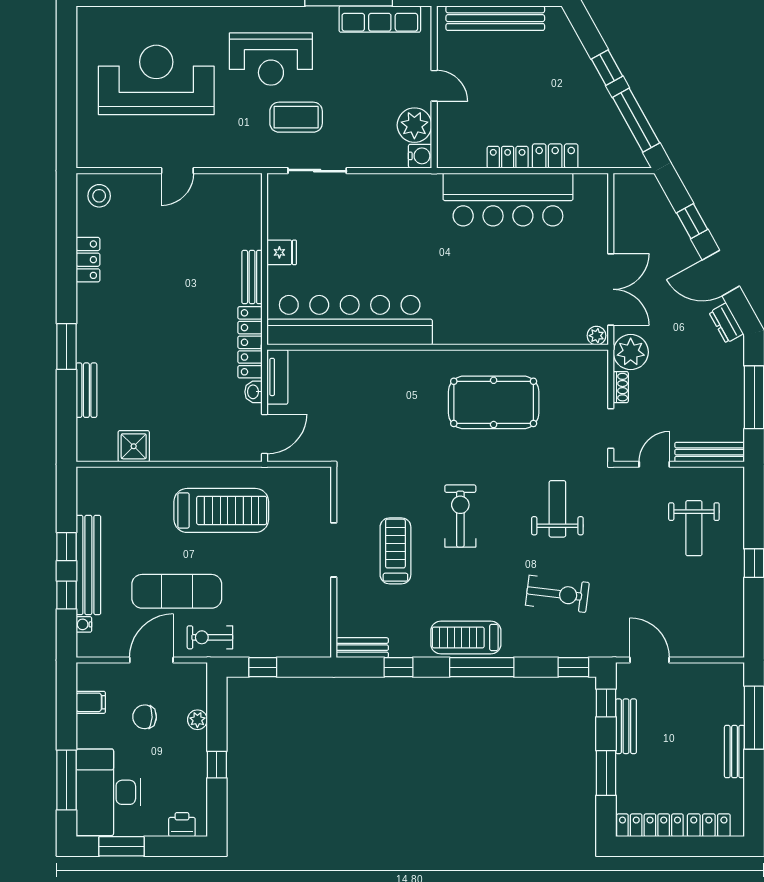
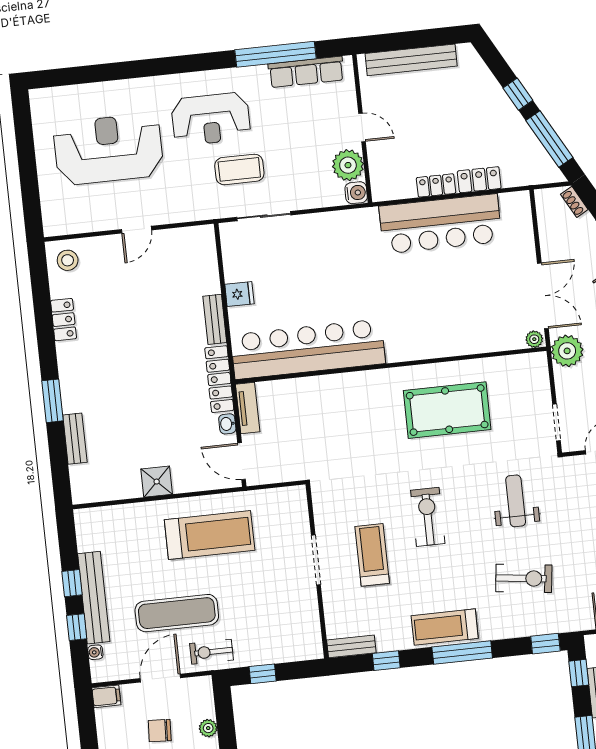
shoe rack: (621, 387) -> (574, 202), moved, turned 151
door: (265, 434) -> (242, 461), swing flipped
shower: (134, 446) -> (157, 482), moved
filing cabinet: (91, 702) -> (106, 696), moved

